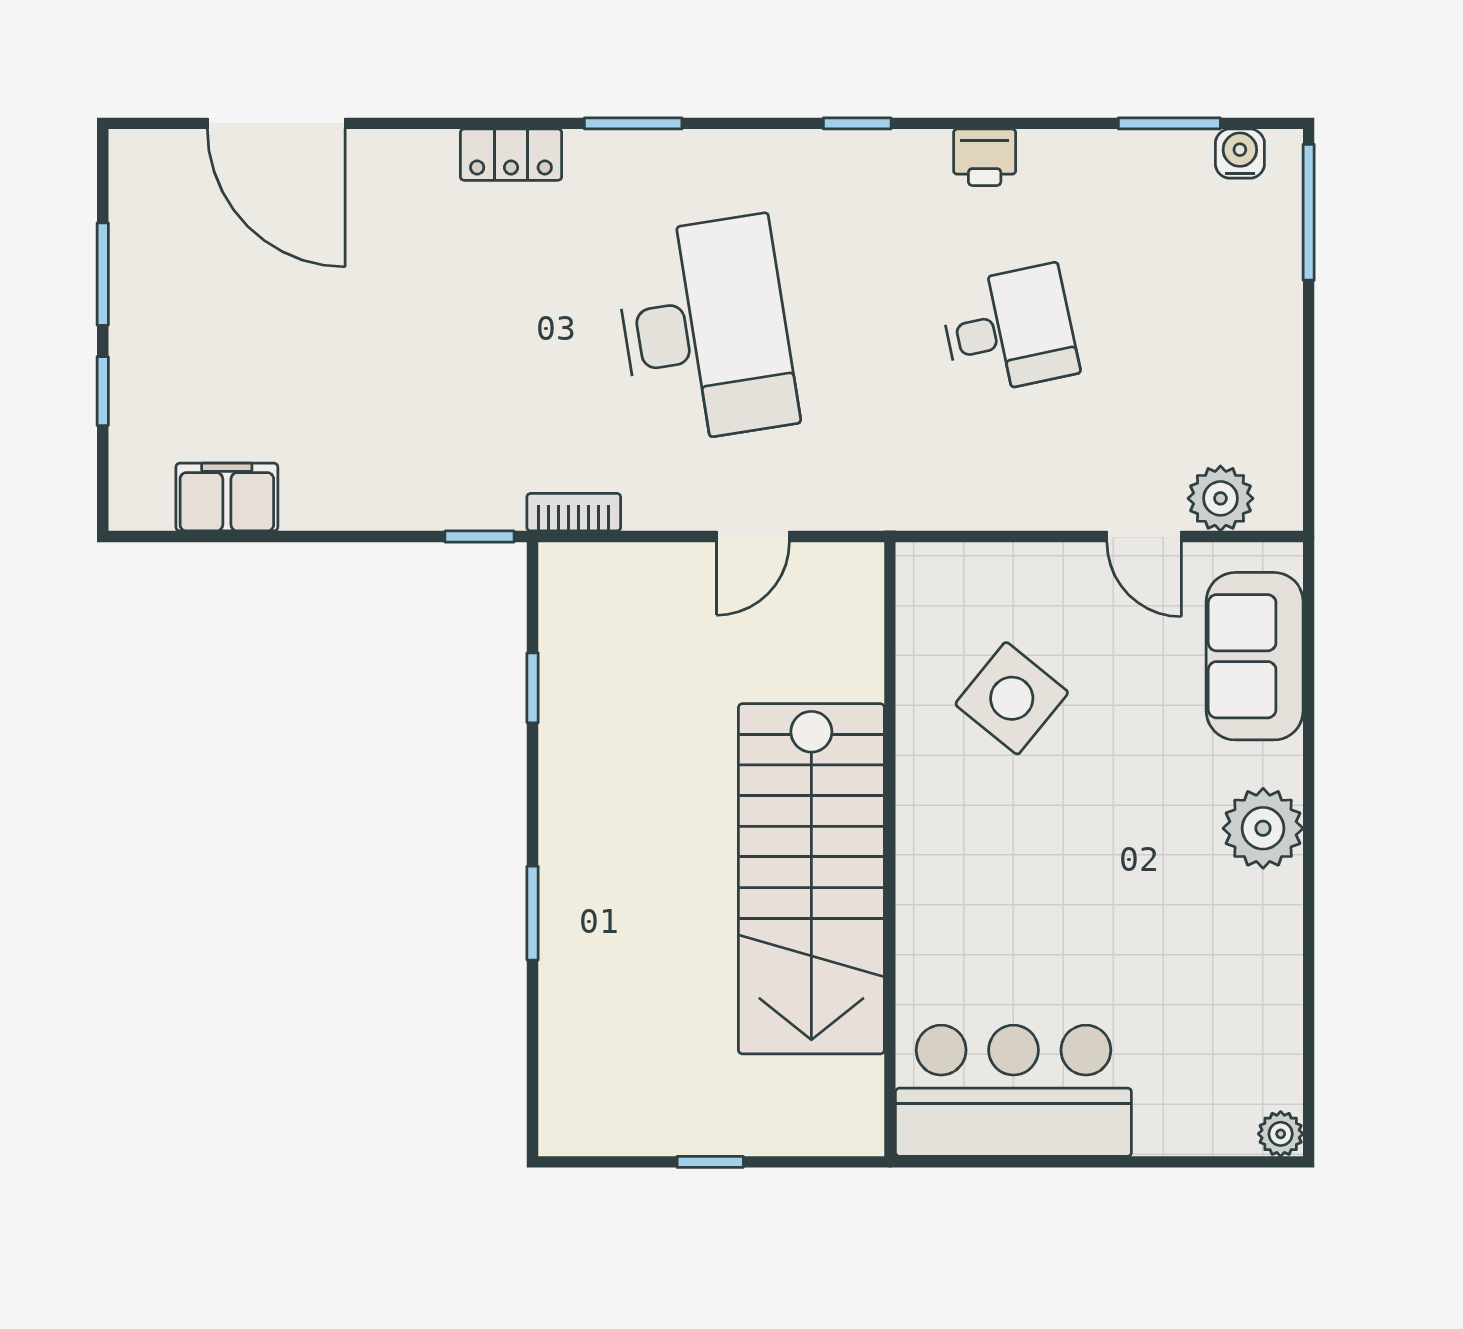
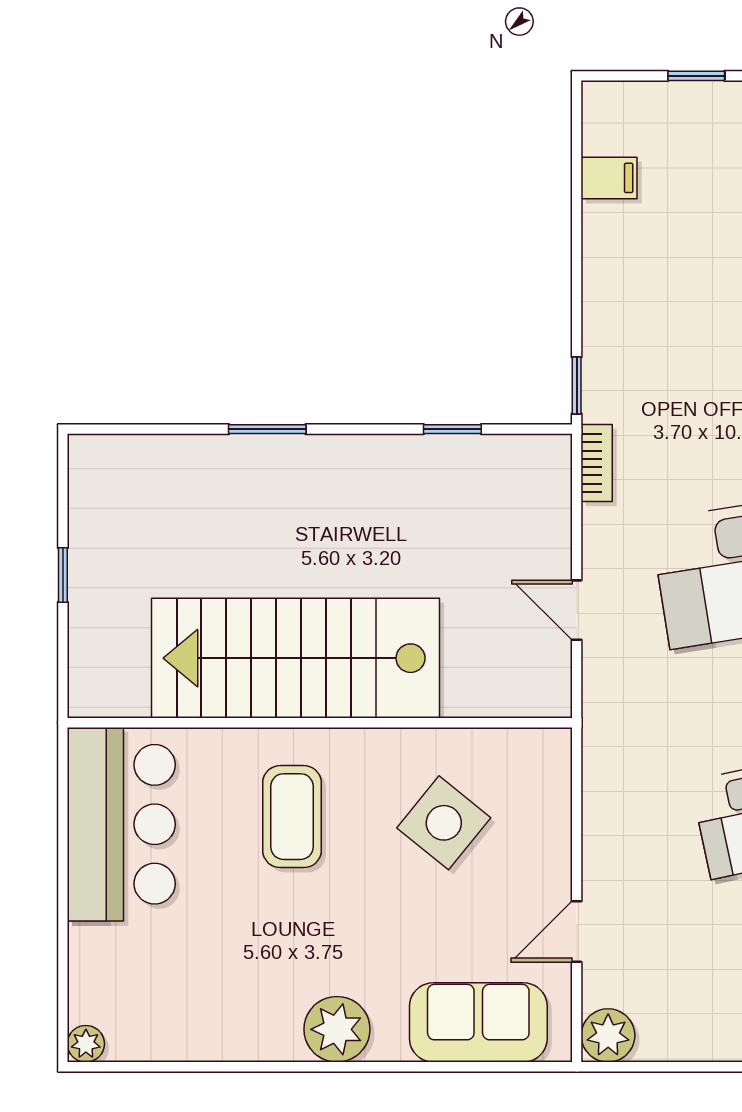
filing cabinet: (227, 497) -> (609, 178), width x0.50
plant: (1220, 498) -> (608, 1035), moved
coffee table: (1004, 883) -> (292, 817), added

